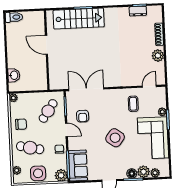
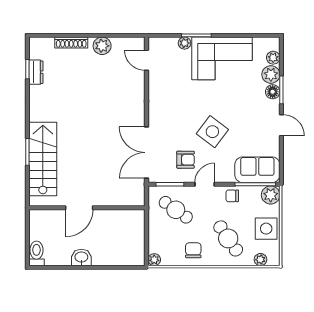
washbasin: (14, 75) -> (81, 257), moved
coffee table: (133, 104) -> (171, 85), removed
side table: (115, 138) -> (212, 132), moved
cafe table: (30, 148) -> (228, 238), turned -46

